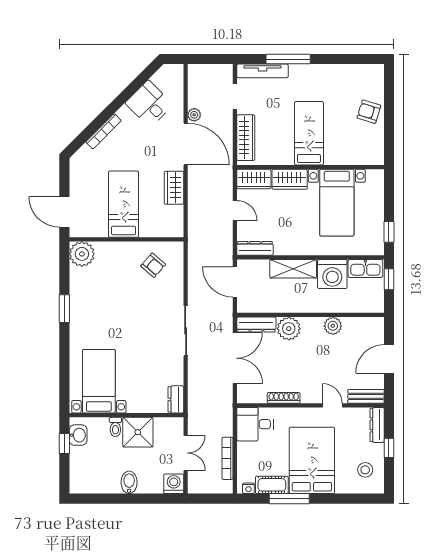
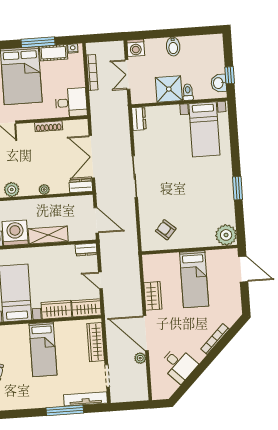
dresser: (255, 248) -> (86, 249), width x0.70
dresser: (256, 325) -> (81, 186), width x0.70
plant: (289, 329) -> (44, 189), width x0.53, depth x0.53

